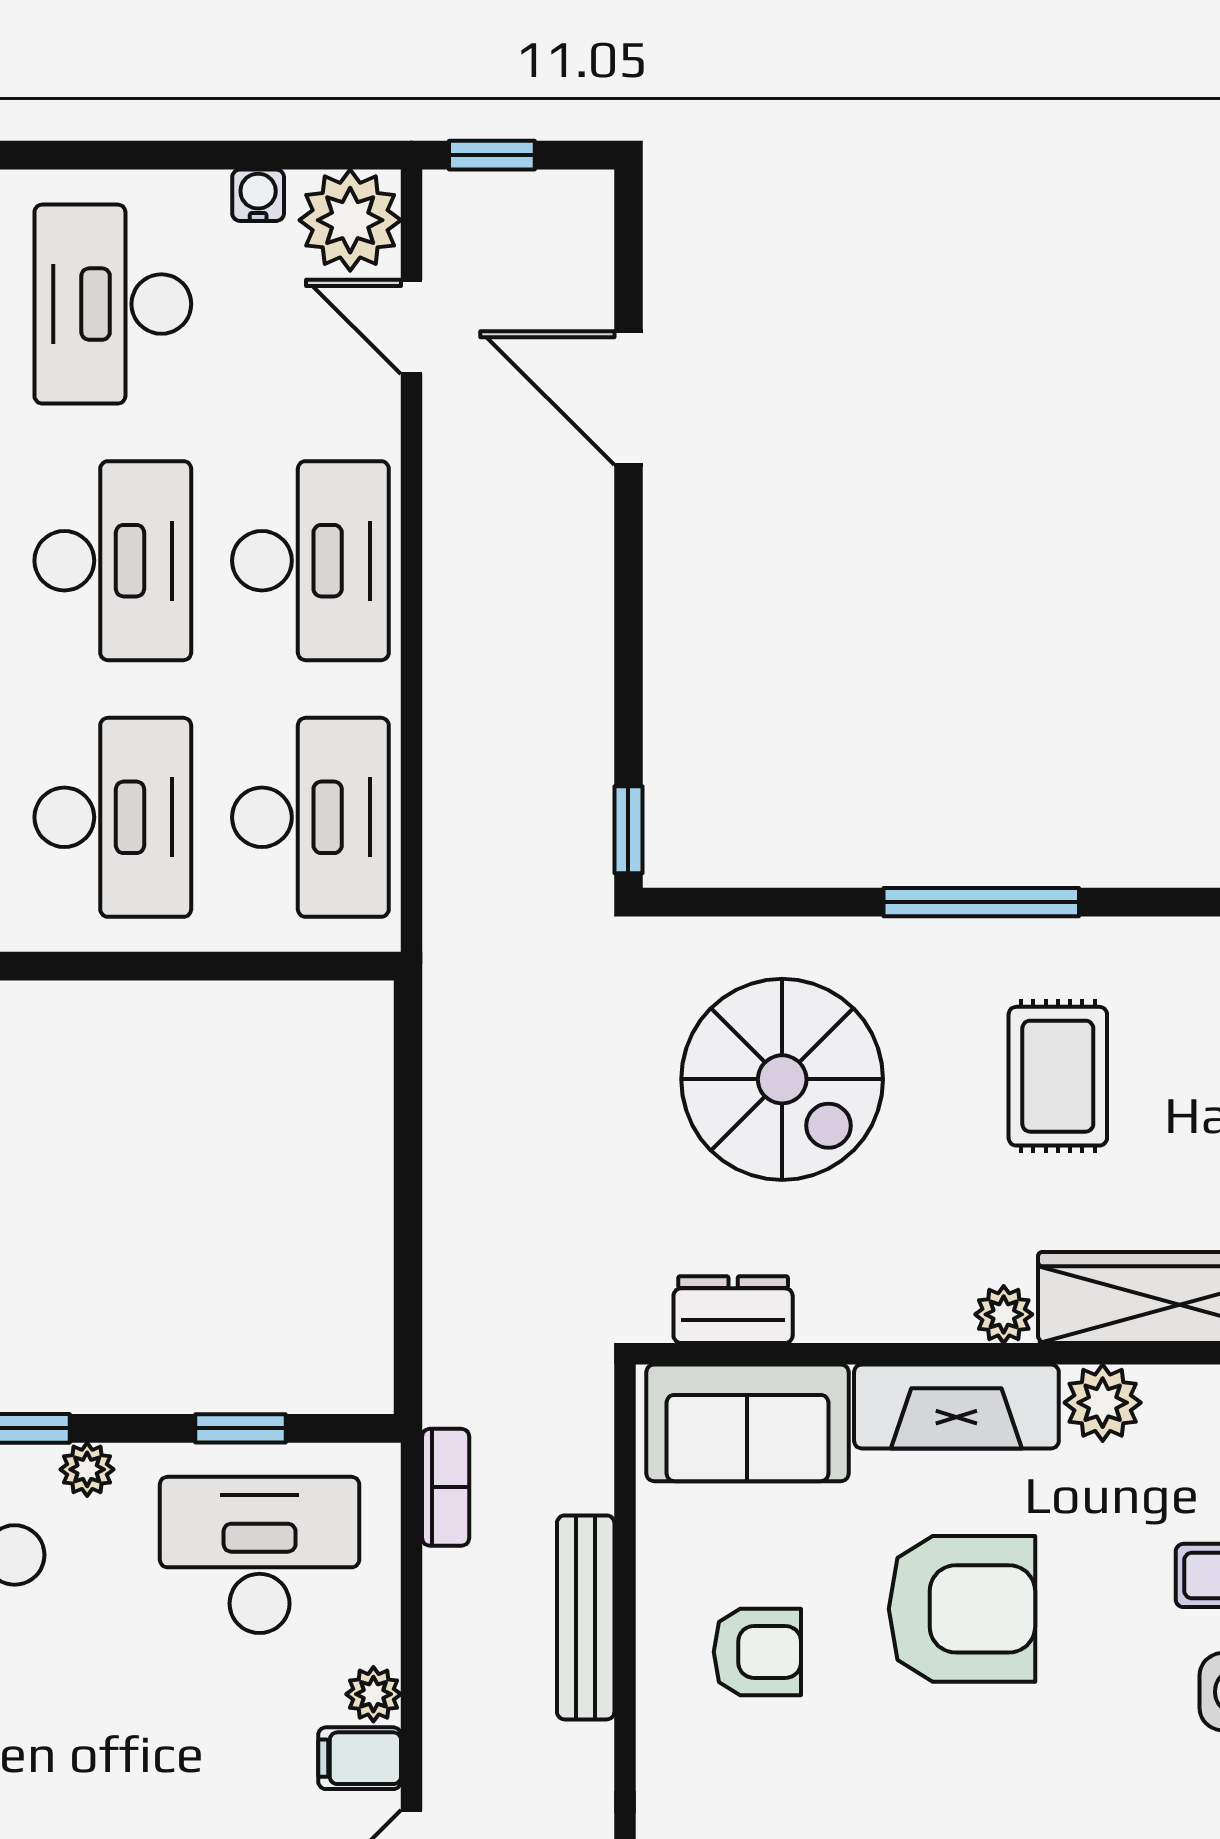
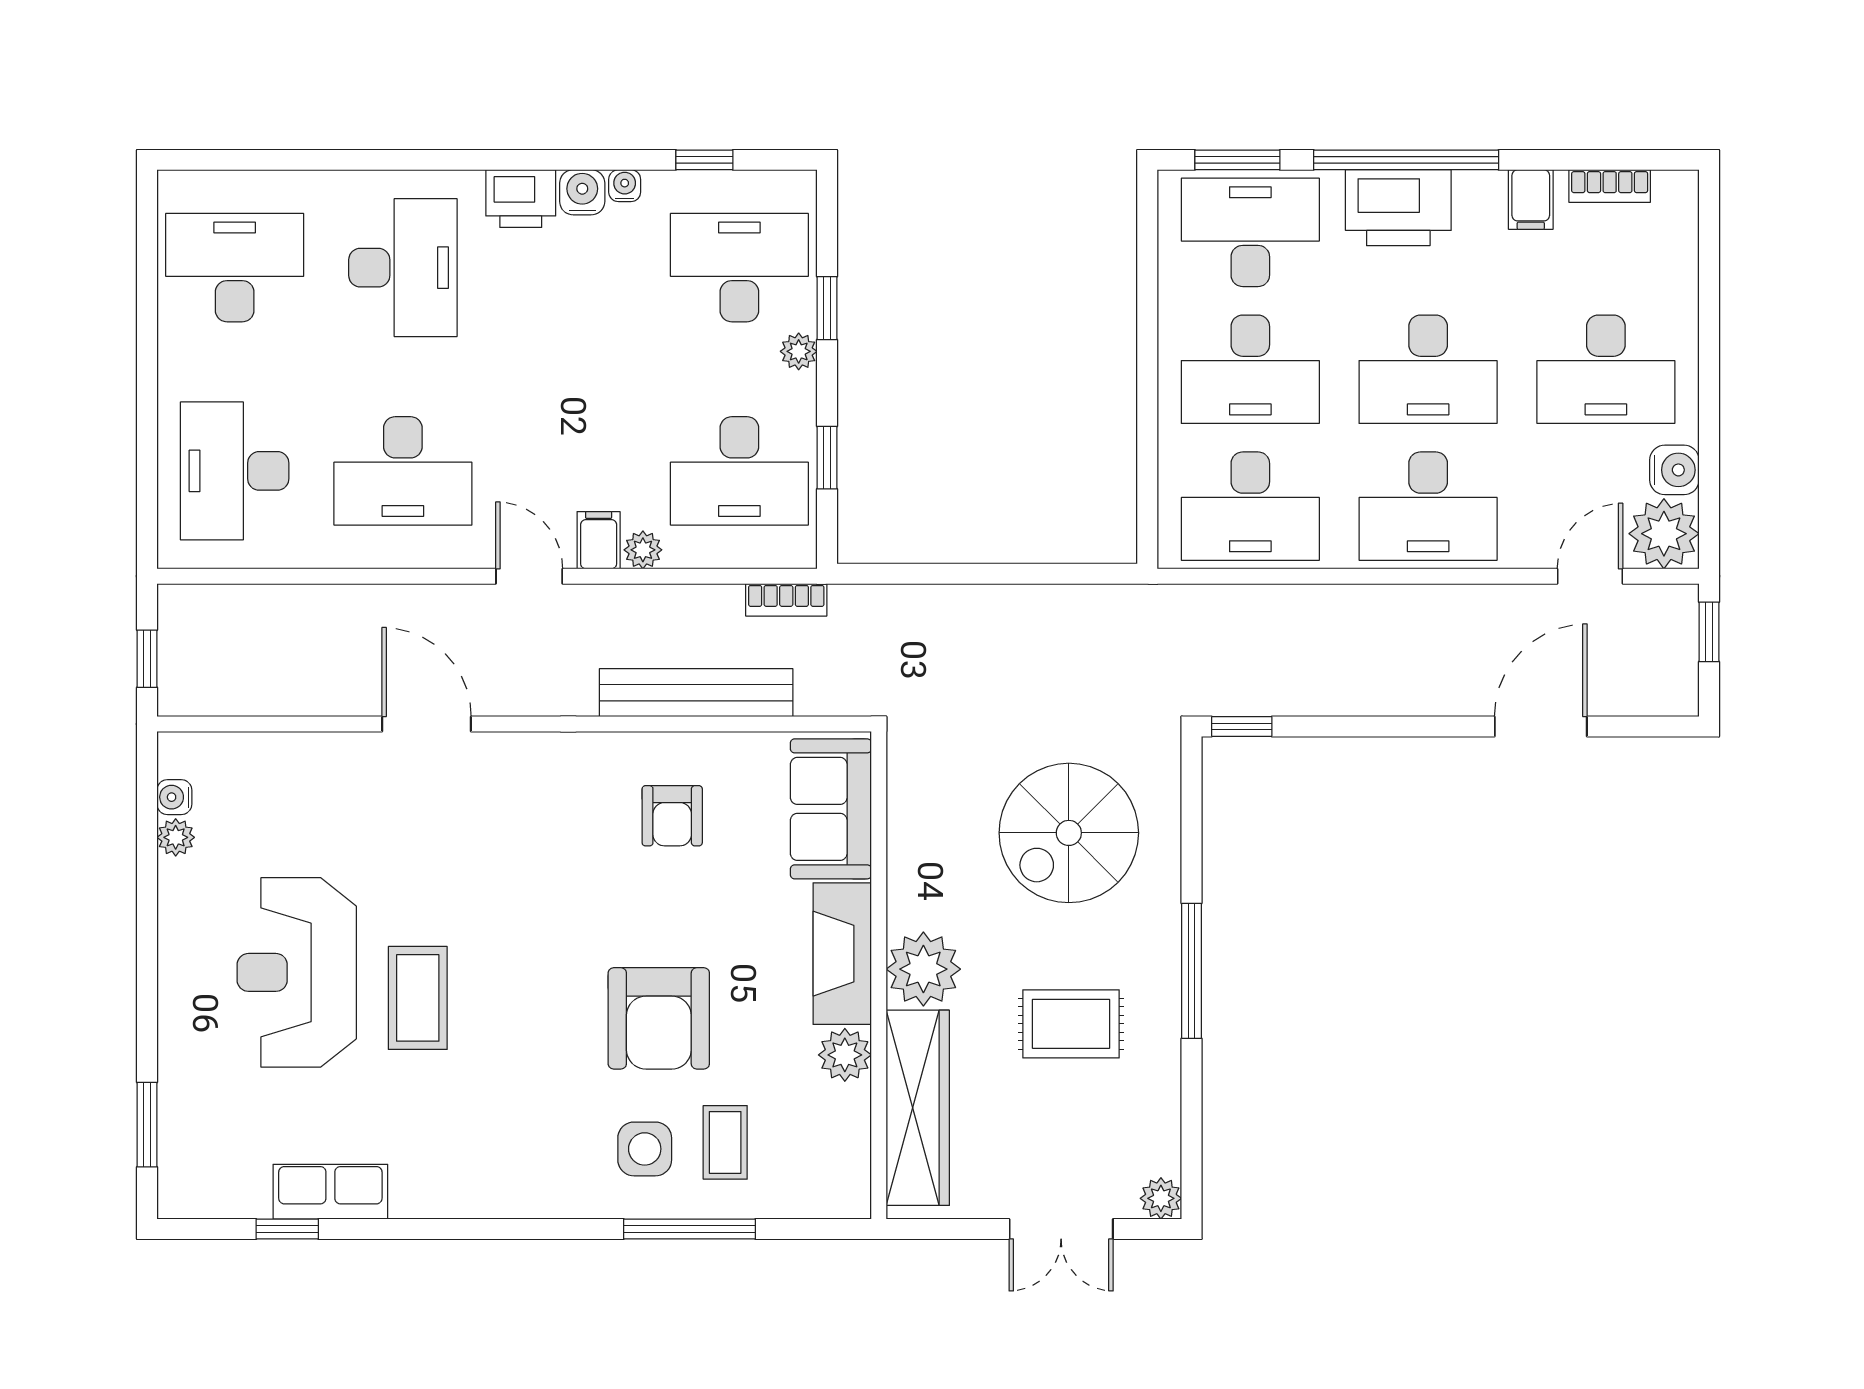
water cooler: (258, 195) -> (1674, 470), width x1.38, depth x1.38
desk: (113, 304) -> (1606, 369), turned 180
dresser: (733, 1310) -> (909, 799), removed
plant: (1004, 1314) -> (923, 969), width x1.88, depth x1.88
desk: (260, 1555) -> (739, 471), turned 90
armchair: (962, 1609) -> (659, 1018), moved
bench: (586, 1617) -> (696, 693), width x1.37, depth x1.21

